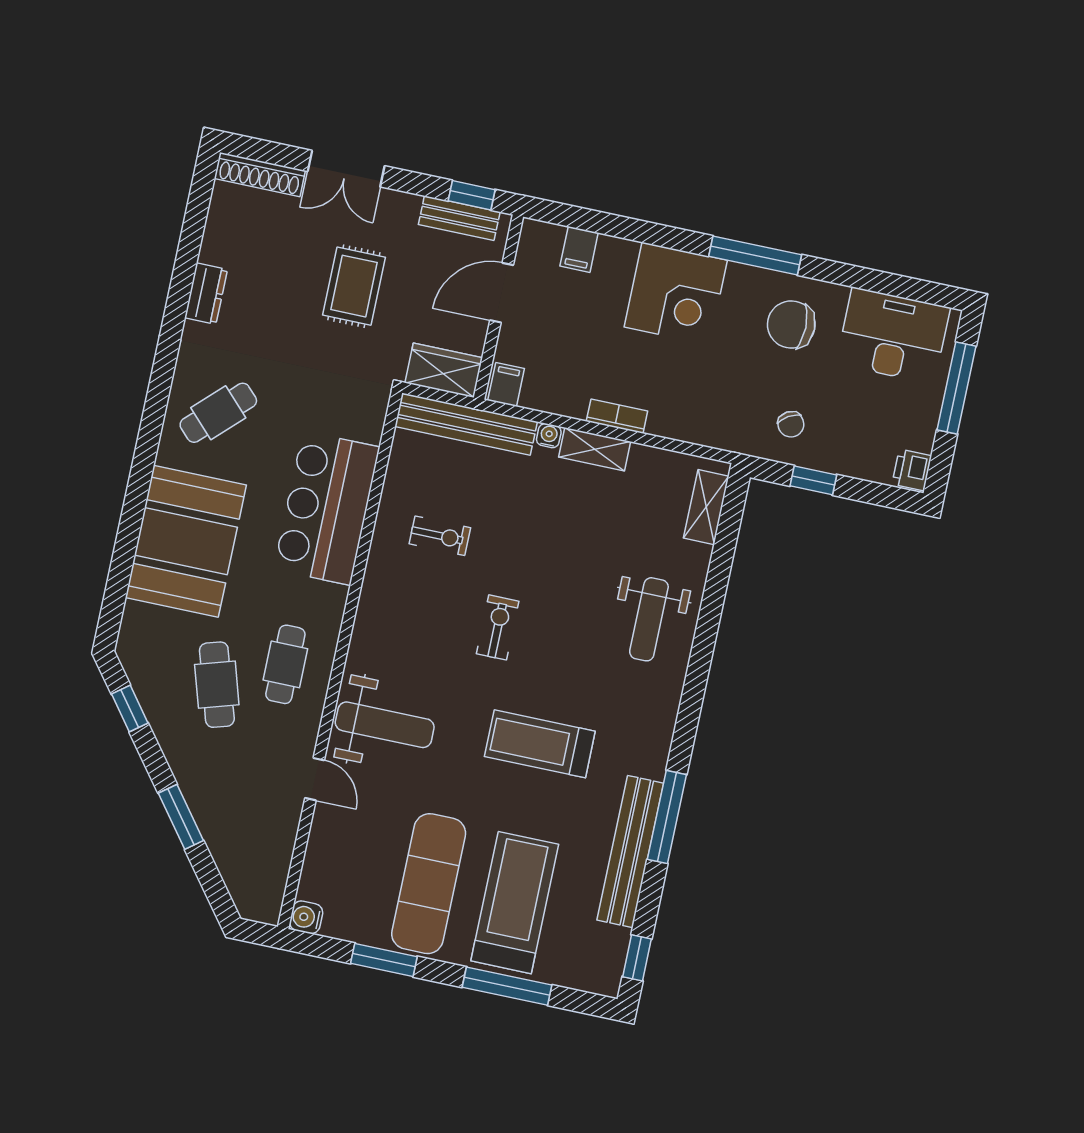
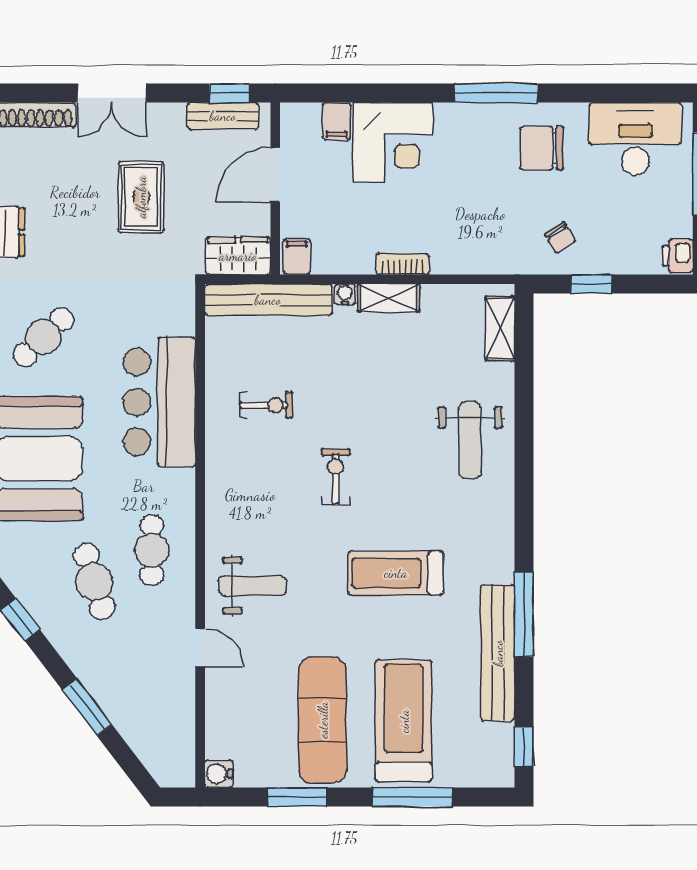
corner desk: (676, 294) -> (393, 142), moved
weight bench: (385, 725) -> (253, 586), width x0.73, depth x0.75

